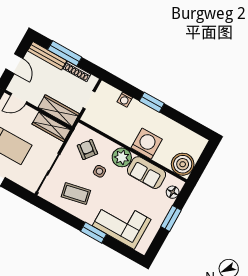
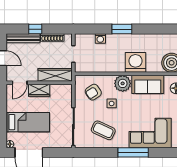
window: (65, 53) -> (35, 29), width x0.46
wardrobe: (51, 127) -> (39, 90), moved, width x0.67
armchair: (87, 150) -> (93, 92), turned -72
coffee table: (76, 194) -> (103, 130), turned 37
window: (93, 233) -> (133, 152), width x1.44

